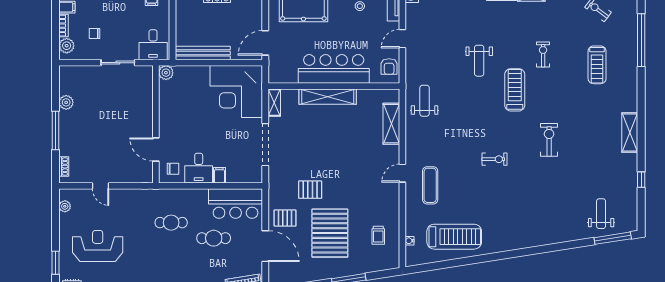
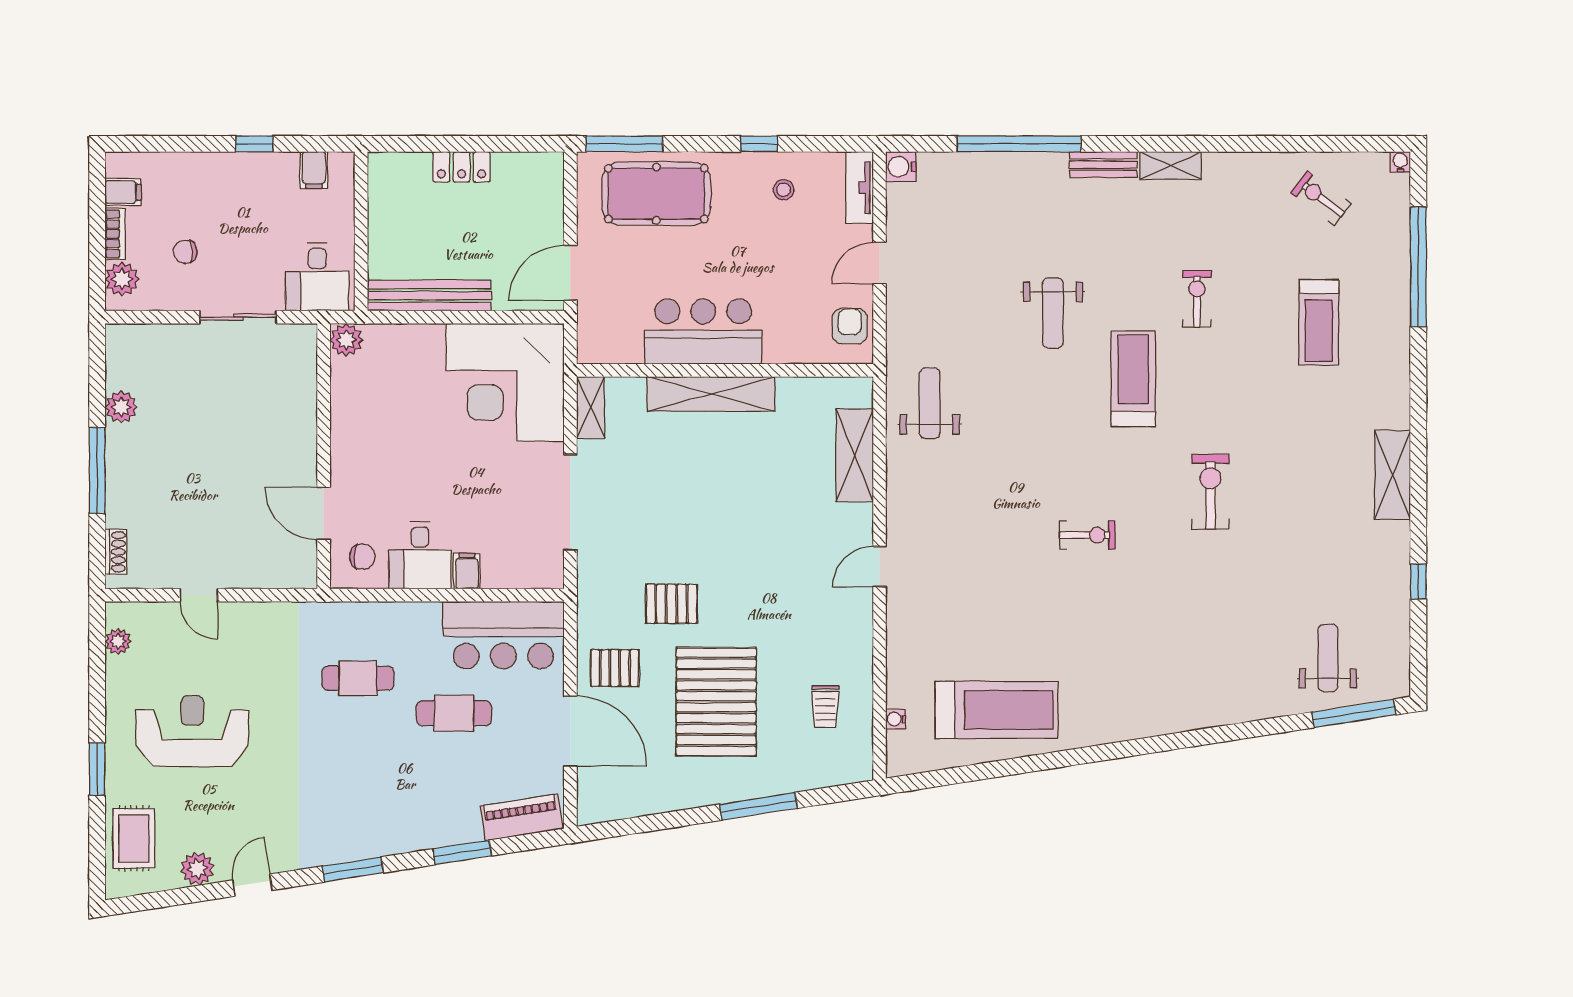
armchair: (389, 67) -> (850, 326), turned 180
bar counter: (334, 69) -> (703, 331), width x0.73
exercise mat: (430, 185) -> (942, 594), removed

